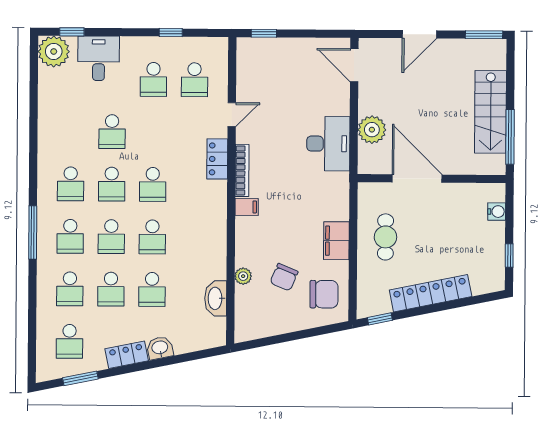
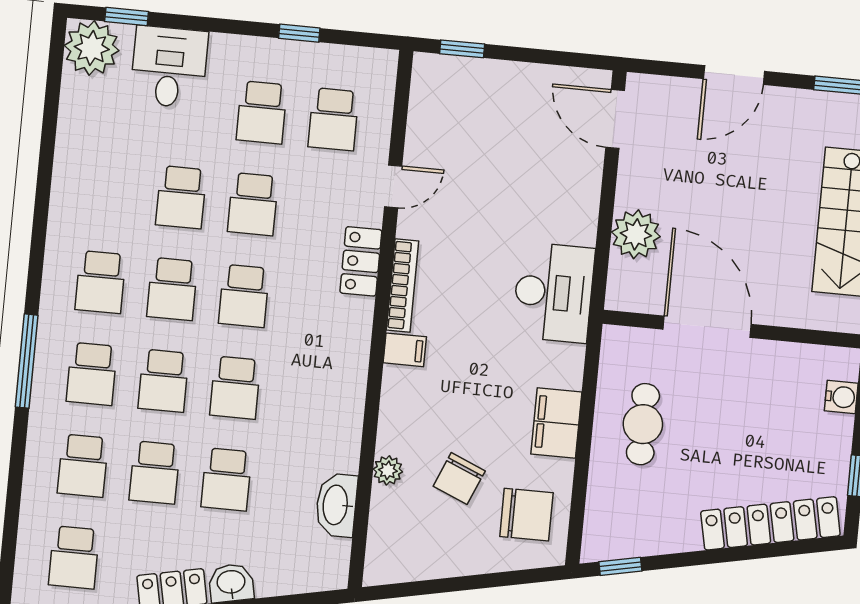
school desk: (153, 132) -> (253, 204), added
desk: (328, 144) -> (554, 293), moved
locker: (431, 293) -> (770, 523), moved

